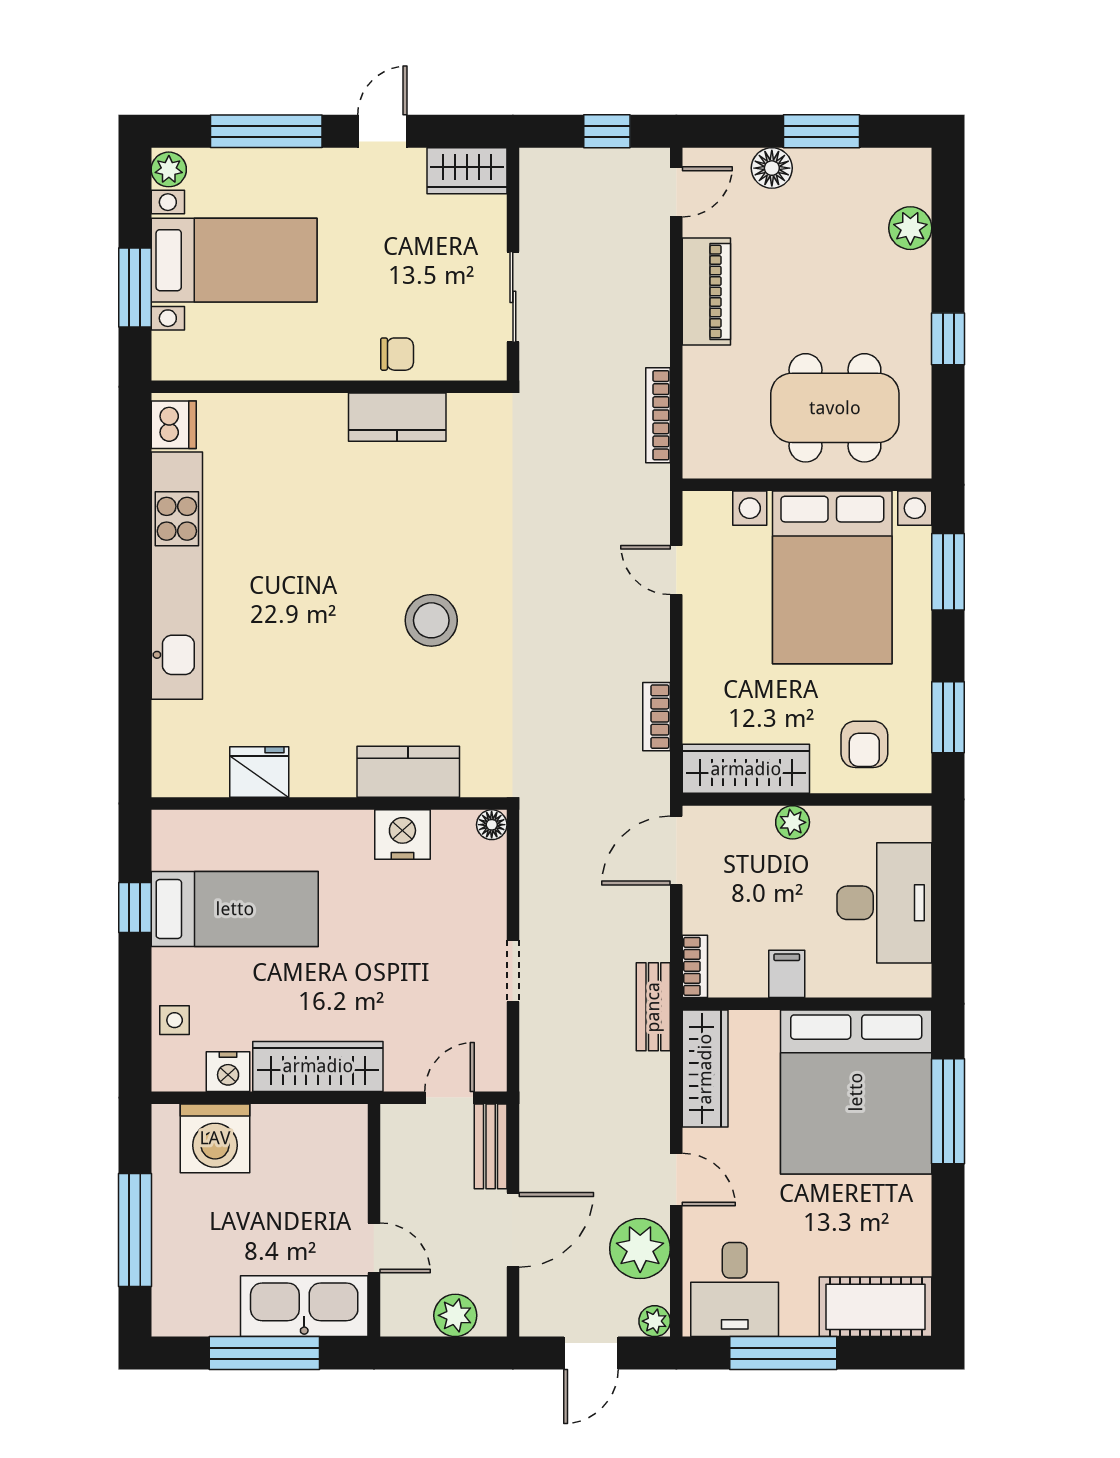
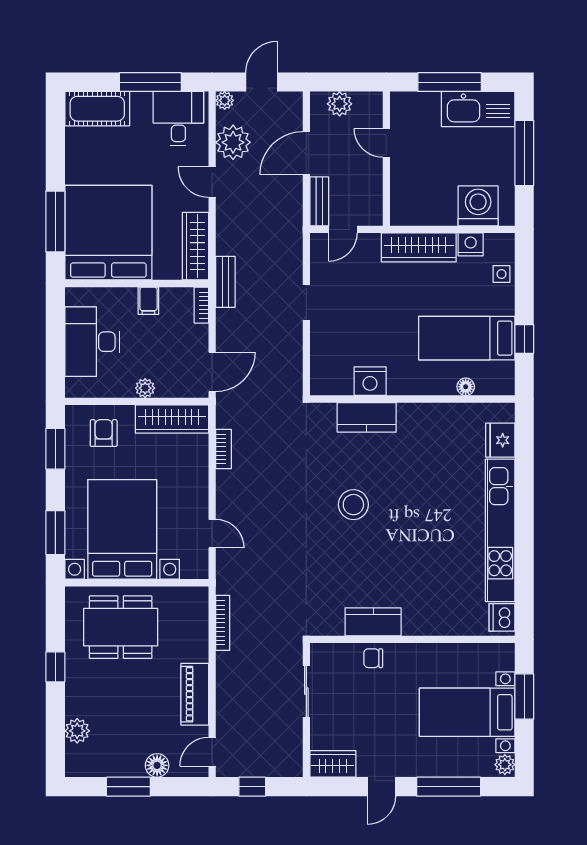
fridge: (259, 772) -> (500, 440), moved, turned 90
floor lamp: (492, 825) -> (466, 387), moved
kitchen sink: (304, 1306) -> (478, 109), moved

